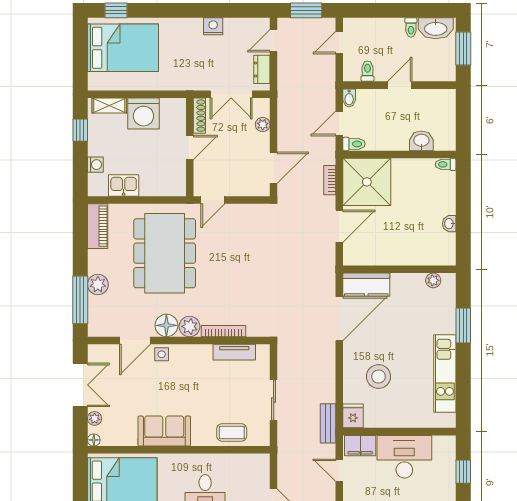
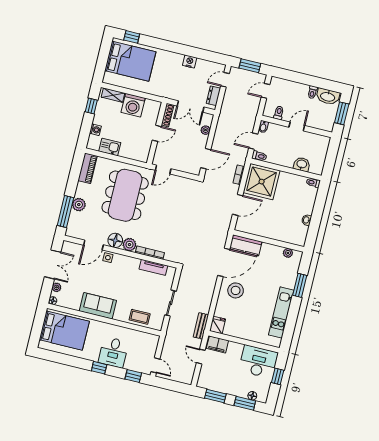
stool: (379, 377) -> (236, 290), moved
desk: (404, 457) -> (258, 362), moved

